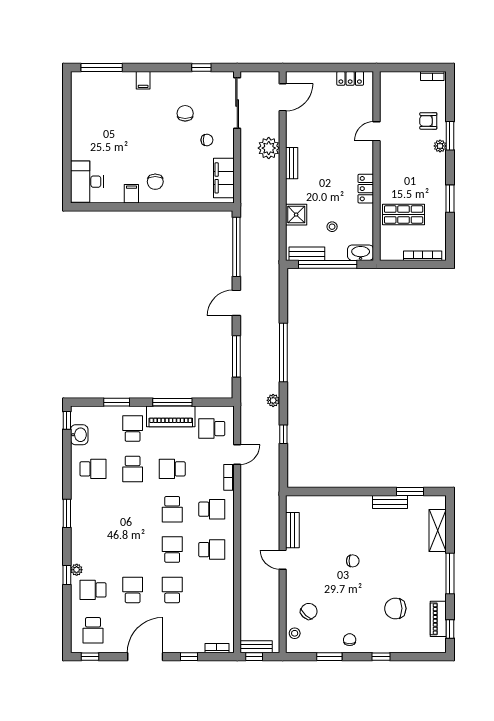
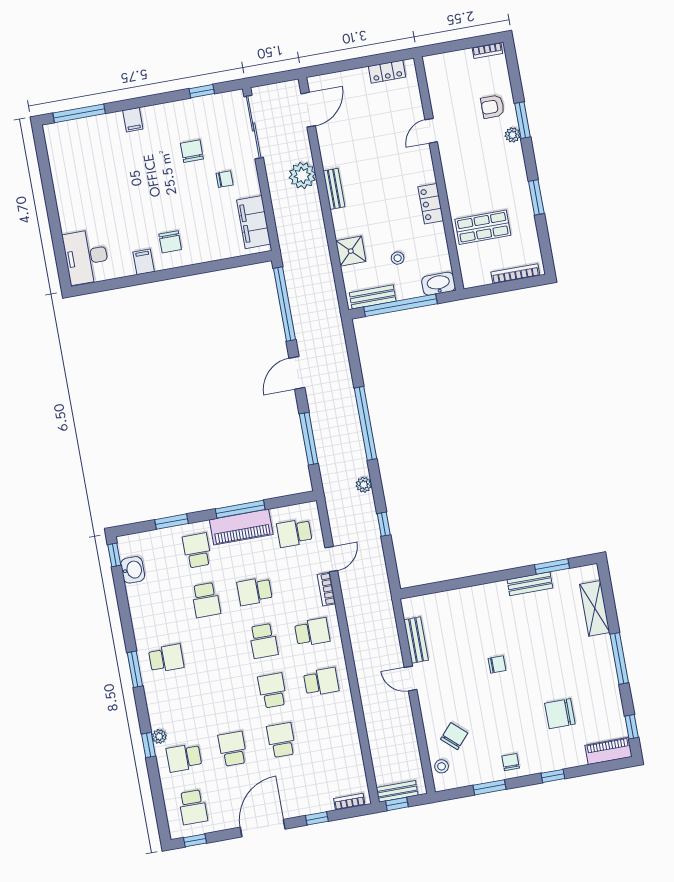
school desk: (93, 469) -> (166, 658), moved
piano: (438, 619) -> (609, 751), moved, turned 90

